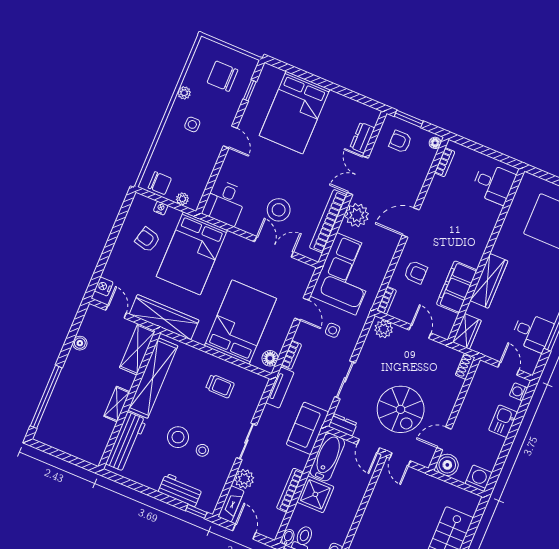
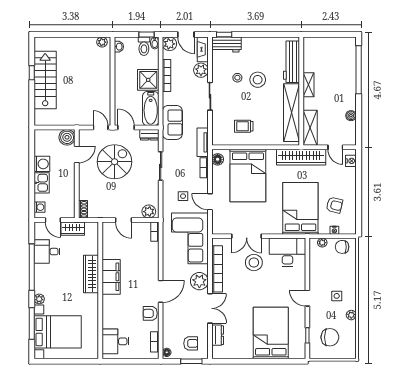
desk: (225, 203) -> (287, 252), width x1.37
armchair: (416, 272) -> (150, 313), moved
filing cabinet: (457, 287) -> (111, 277), moved
wardrobe: (467, 331) -> (73, 229), moved, turned -90
spiral stairs: (401, 409) -> (115, 162), turned 90
washing machine: (479, 478) -> (42, 164), moved, turned -90
workbench: (180, 490) -> (226, 45), moved
plant: (270, 528) -> (169, 44), added

